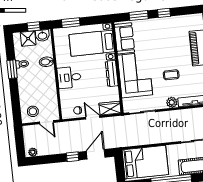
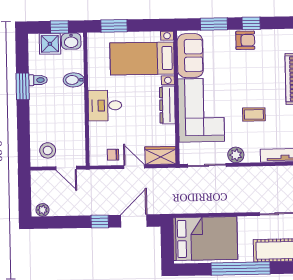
armchair: (161, 25) -> (245, 40), added
plant: (172, 102) -> (236, 155), moved

